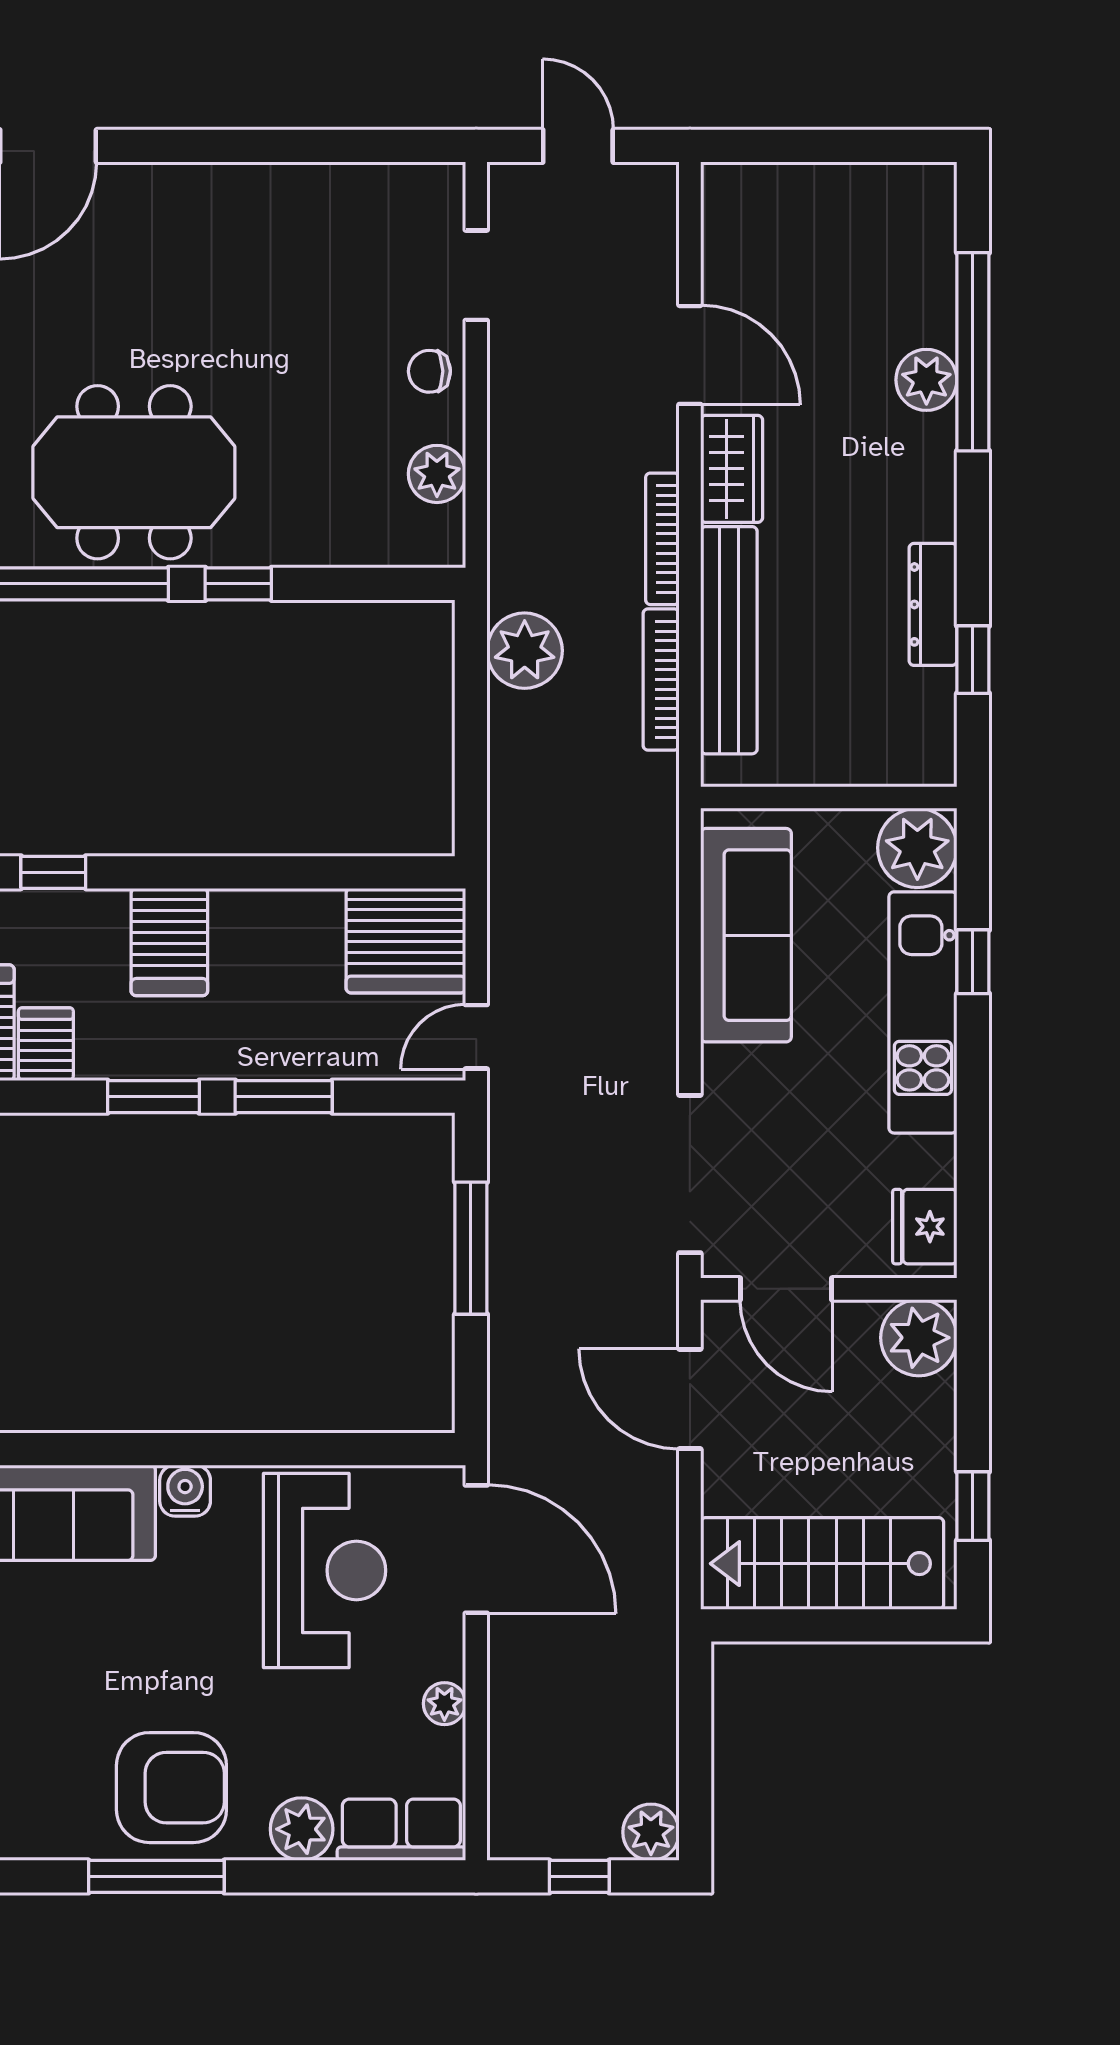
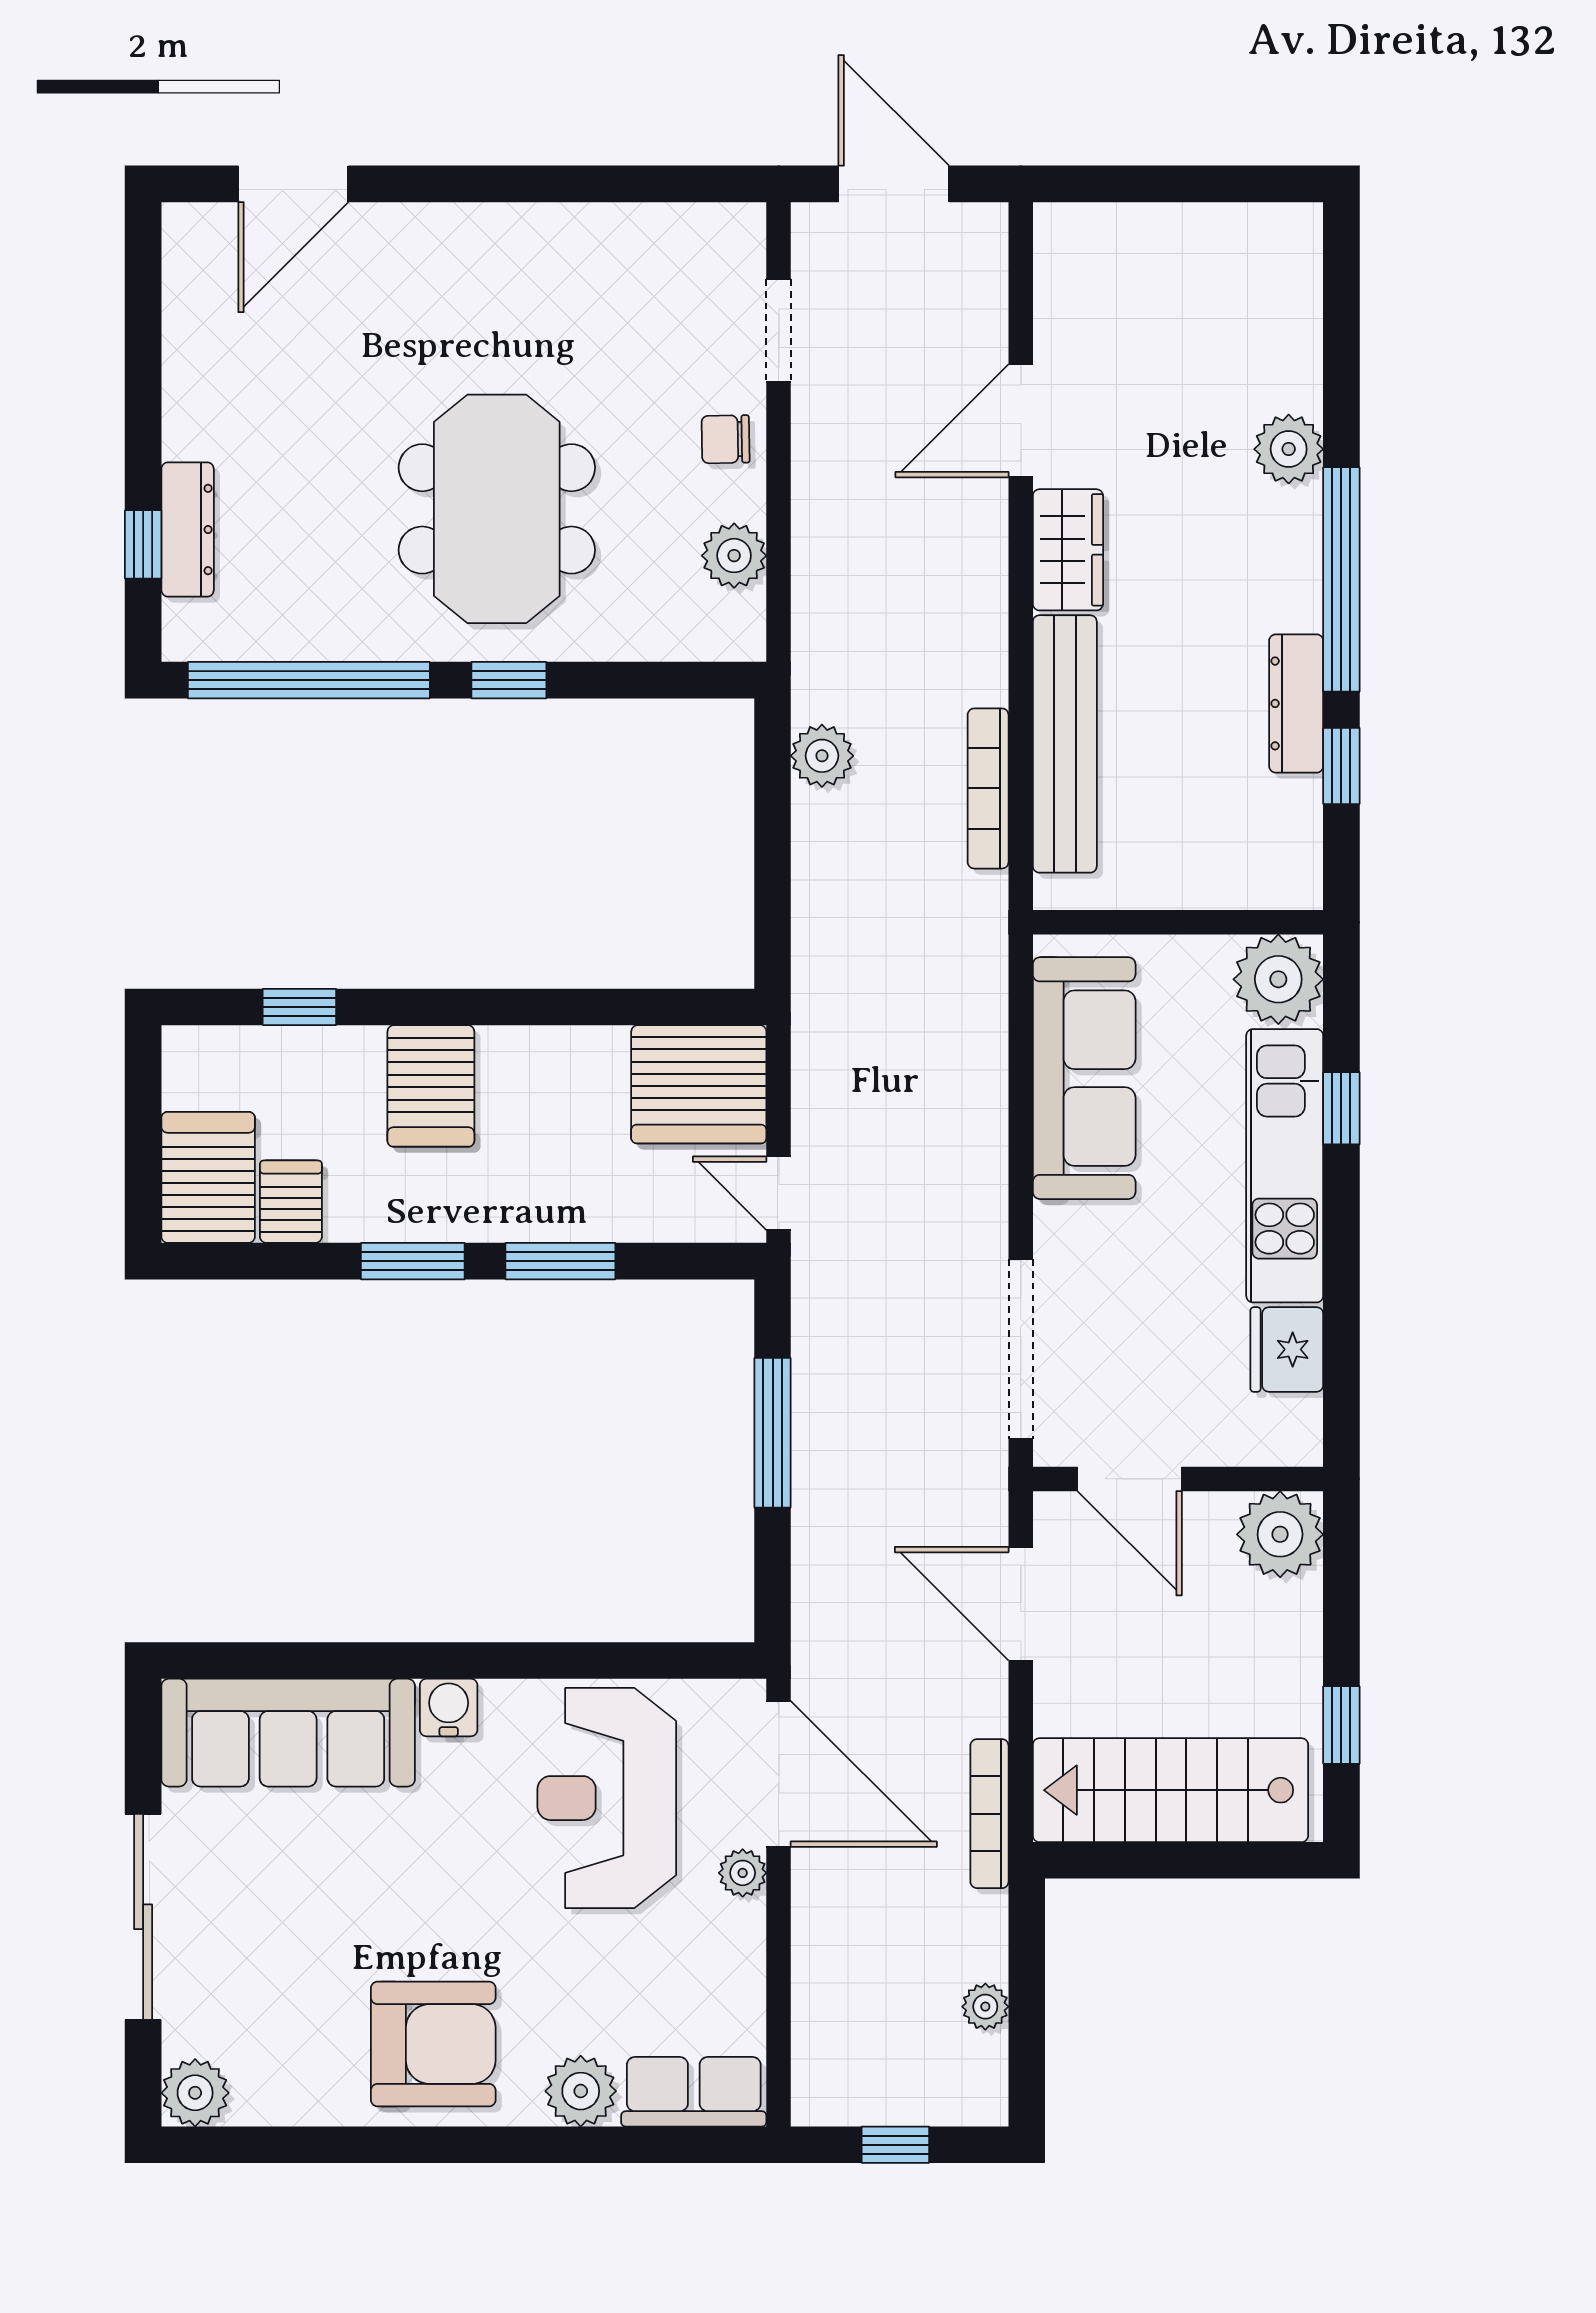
door: (578, 146) -> (894, 184), width x1.38
window: (973, 352) -> (1341, 579), moved
door: (690, 355) -> (1021, 421), swing flipped
meeting table: (134, 472) -> (497, 509), moved, turned 90
bookcase: (662, 539) -> (989, 1814), moved
plant: (525, 651) -> (822, 756), width x0.73, depth x0.73
door: (476, 1037) -> (779, 1193), hinge flipped
fridge: (925, 1227) -> (1287, 1349), moved
reception desk: (325, 1570) -> (607, 1798), turned 180
plant: (444, 1704) -> (743, 1873), moved
plant: (651, 1832) -> (985, 2007), moved, width x0.73, depth x0.73
window: (156, 1876) -> (416, 2145), removed

